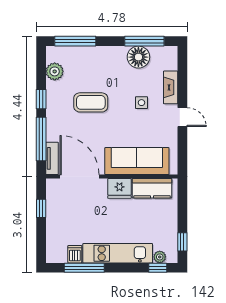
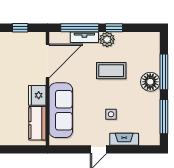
window: (75, 41) -> (164, 72), moved
floor lamp: (138, 57) -> (150, 82), moved
plant: (55, 71) -> (107, 39), moved
coffee table: (91, 102) -> (111, 71), turned 90
tv unit: (52, 158) -> (84, 37), moved

